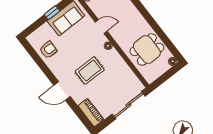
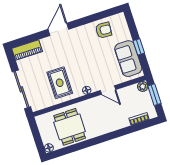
door: (101, 26) -> (108, 90), hinge flipped
armchair: (48, 50) -> (104, 30), turned -86
rug: (90, 70) -> (60, 83), moved

